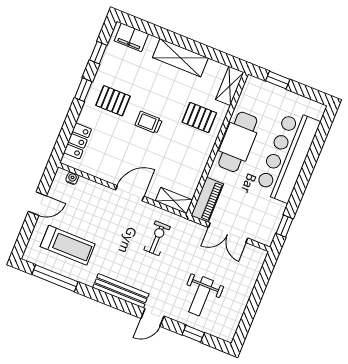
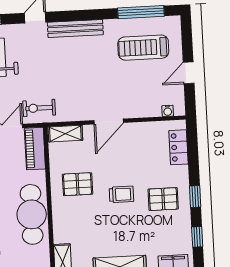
pallet: (199, 118) -> (78, 184), moved
exercise bike: (157, 238) -> (39, 108), moved, turned 90

